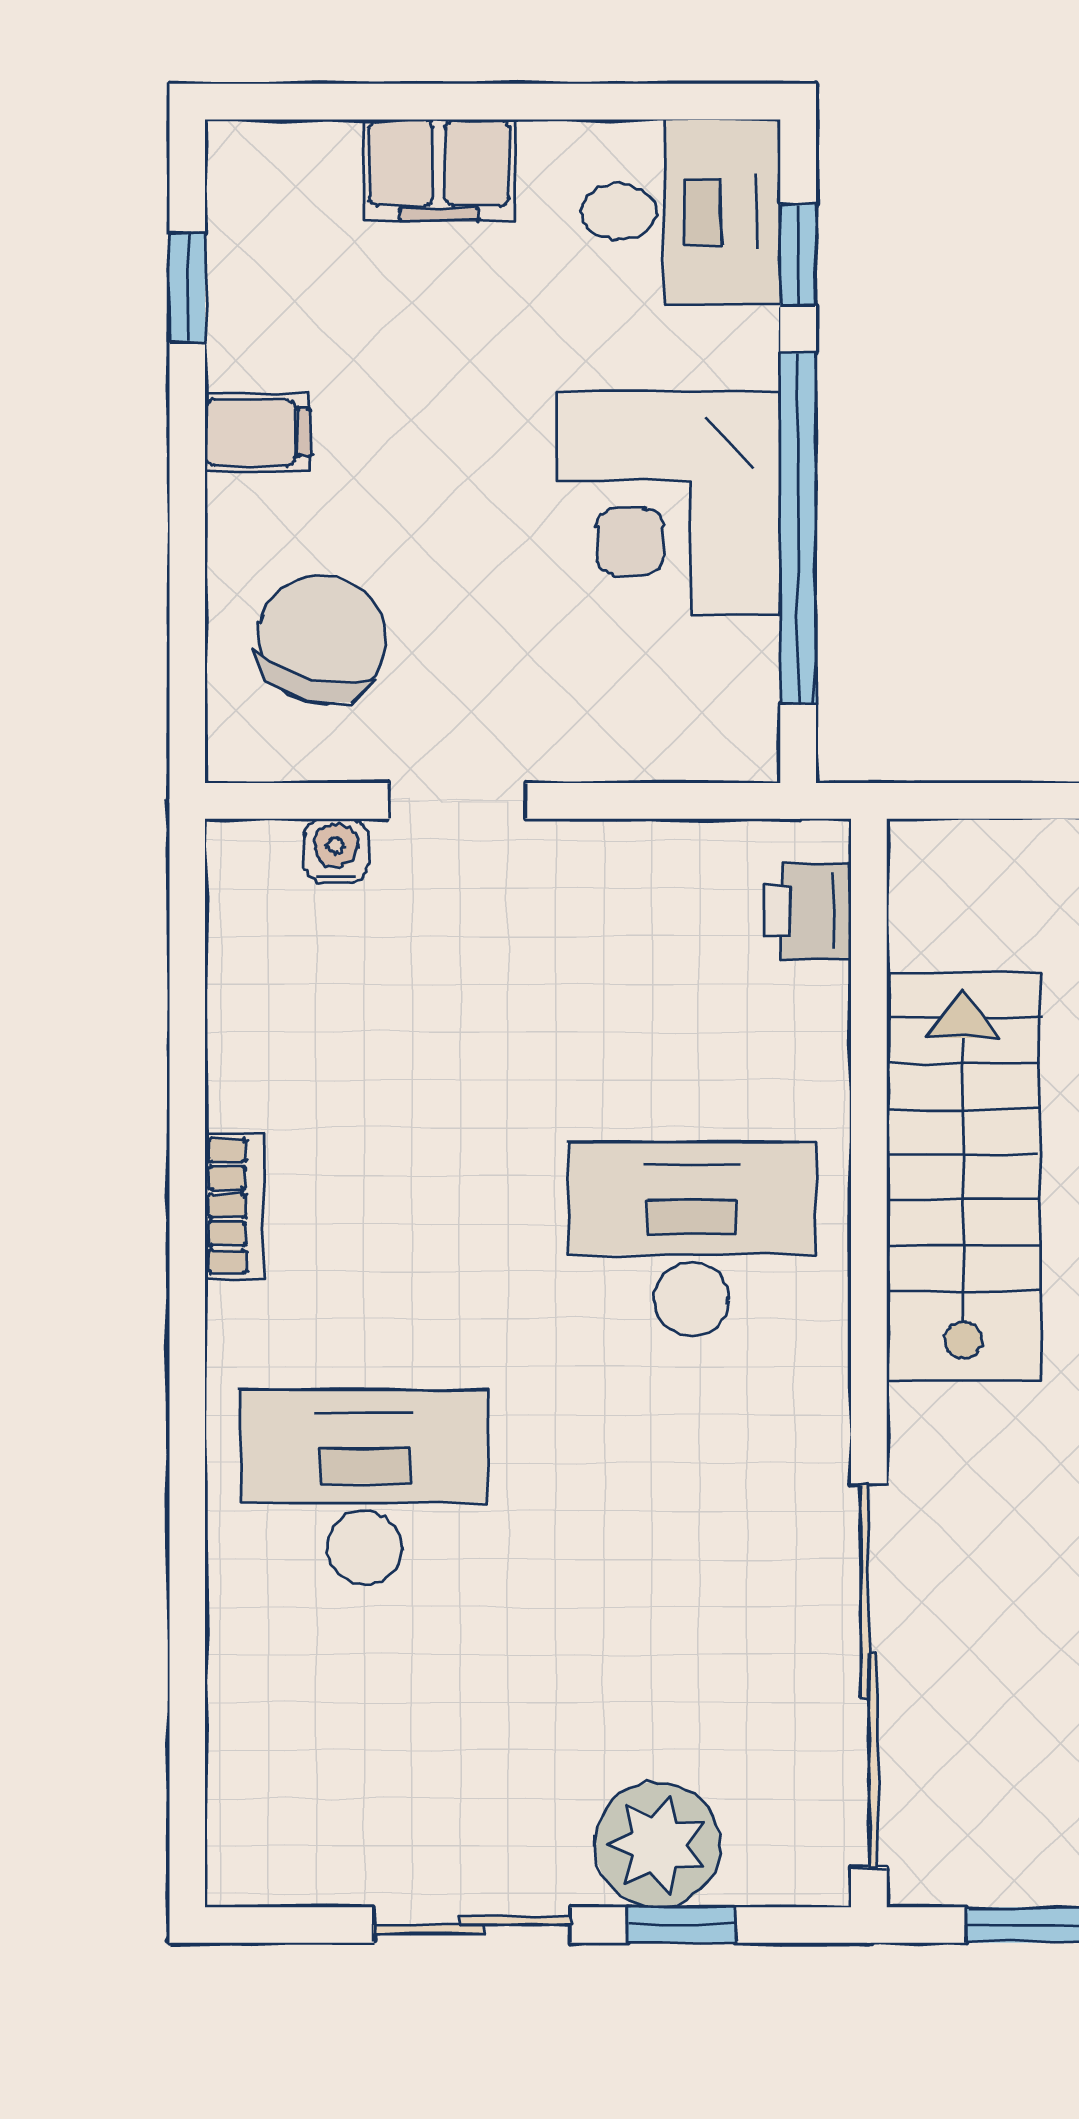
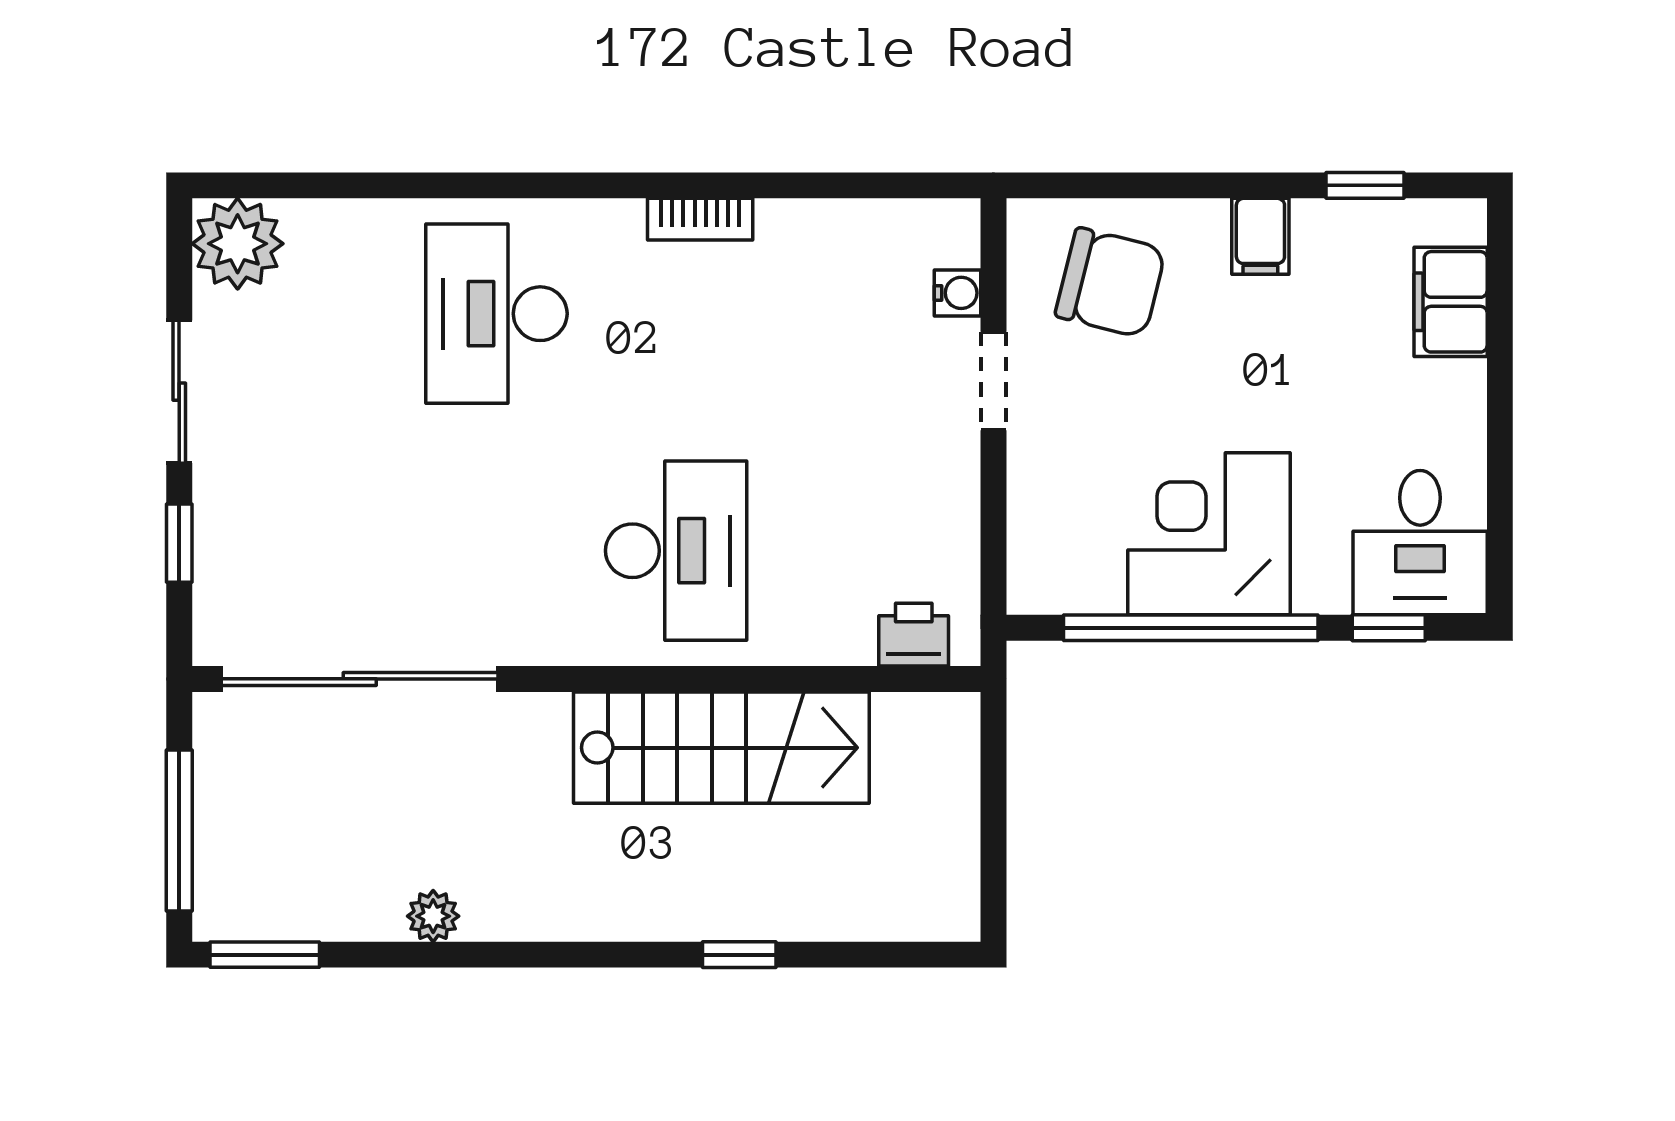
filing cabinet: (439, 170) -> (1451, 302), moved
desk: (364, 1487) -> (497, 314), turned 180
plant: (658, 1845) -> (238, 244), moved

